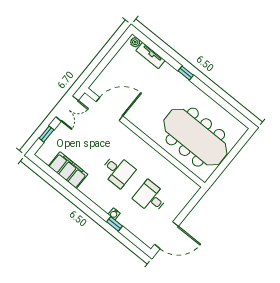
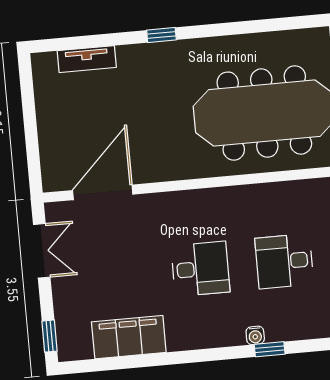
plant: (135, 42) -> (46, 61), removed
window: (46, 134) -> (50, 336), moved

